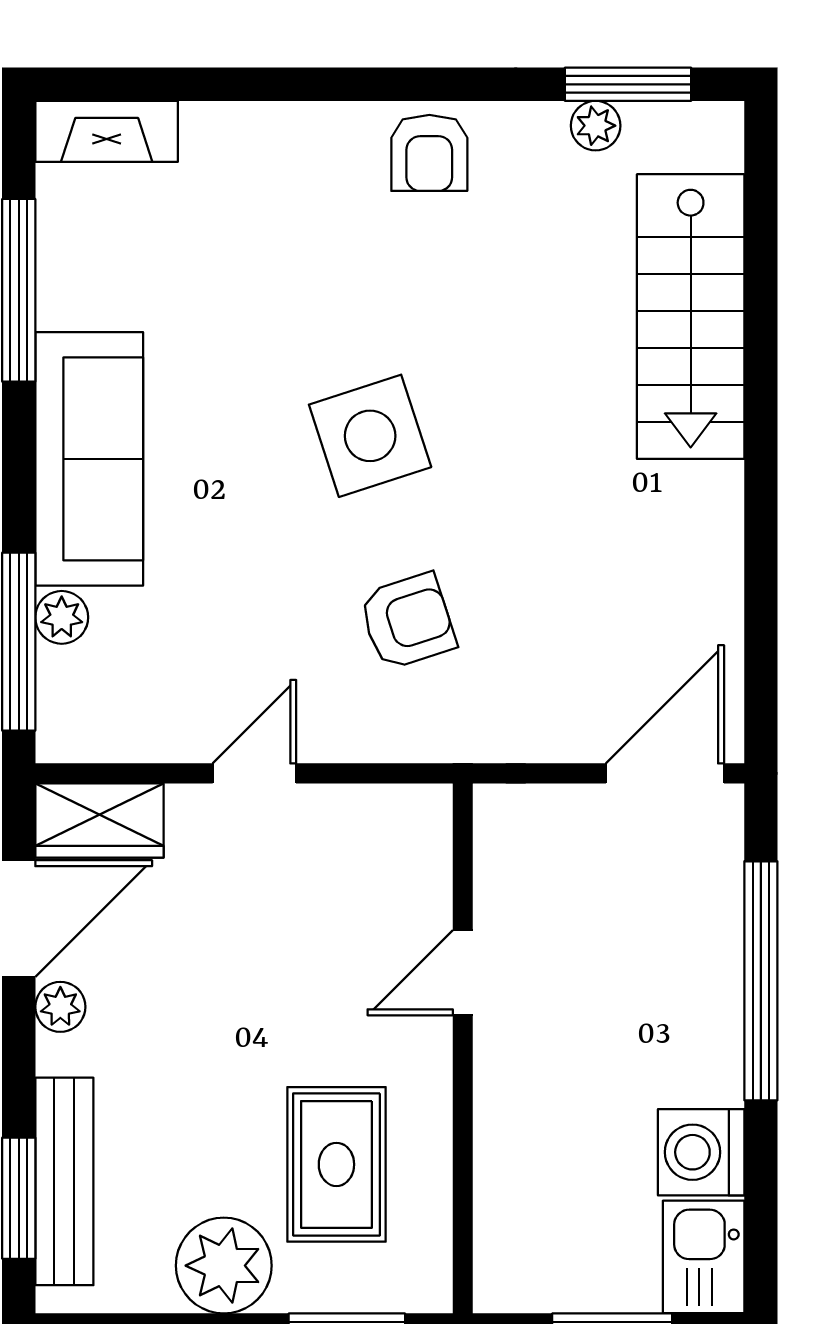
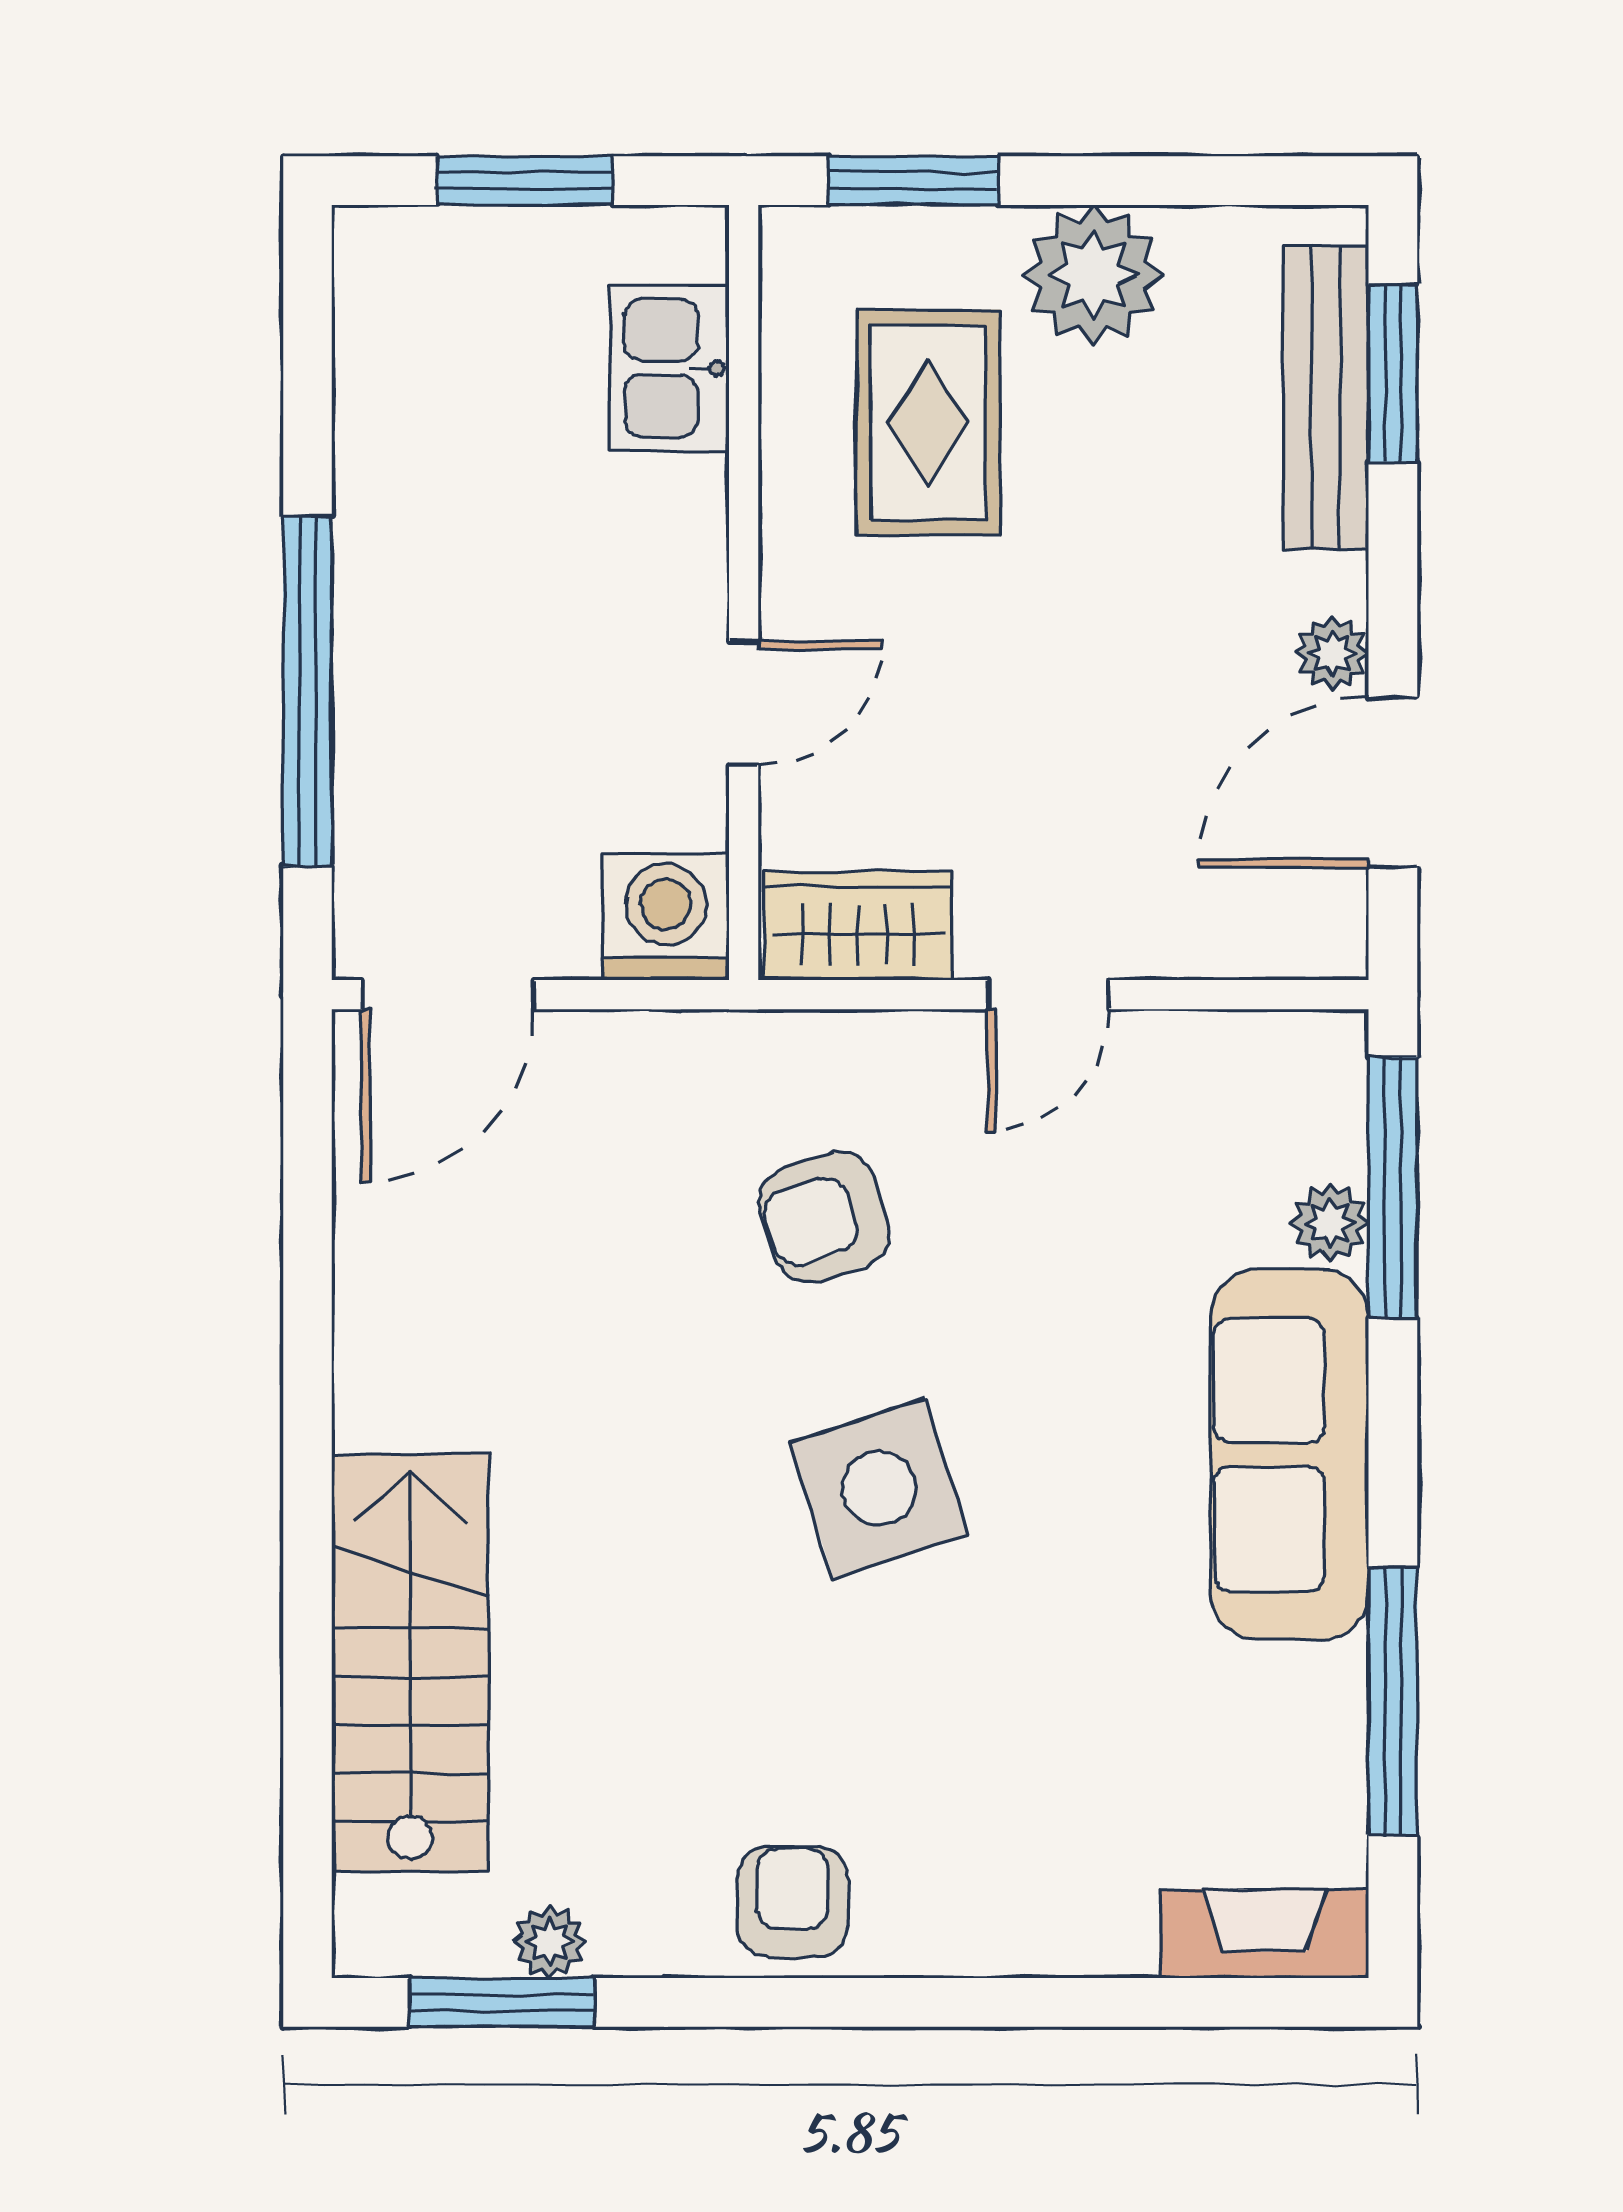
wardrobe: (99, 821) -> (858, 926), moved
washing machine: (701, 1152) -> (666, 917), moved, turned -90
kitchen sink: (704, 1257) -> (669, 368), moved, turned 180

